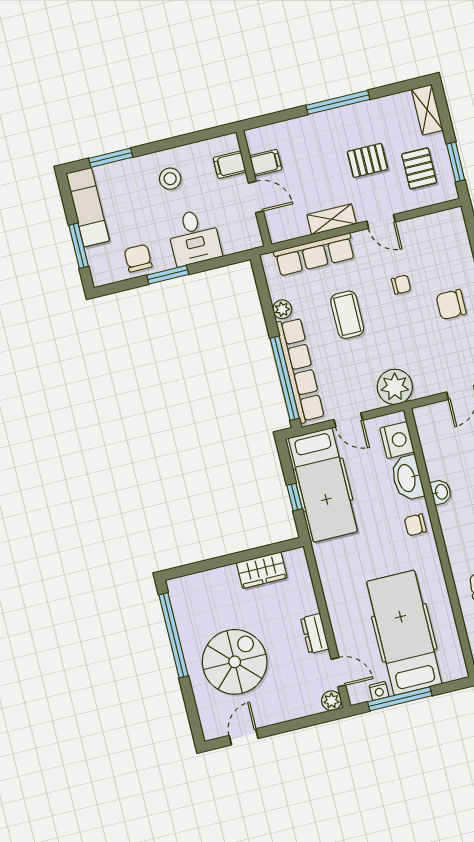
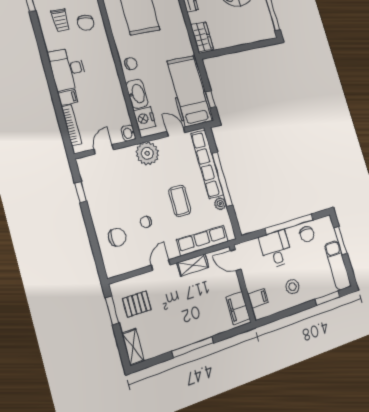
pallet: (367, 160) -> (171, 307), removed
filing cabinet: (266, 163) -> (238, 308), width x2.00
pallet: (419, 168) -> (137, 304), turned 90
door: (256, 197) -> (236, 260), moved
door: (381, 221) -> (161, 265), hinge flipped
window: (168, 275) -> (289, 224), width x2.11
chair: (451, 305) -> (117, 237), moved
window: (285, 378) -> (222, 179), moved
washbasin: (441, 492) -> (129, 133), moved
window: (295, 497) -> (211, 99), moved
wardrobe: (262, 570) -> (202, 37), moved, turned 90

